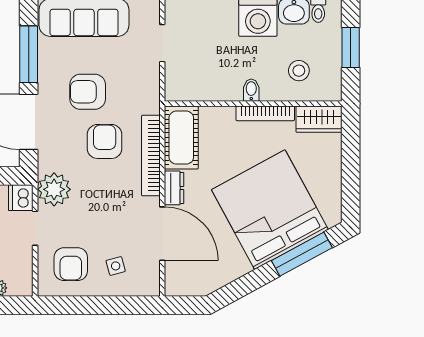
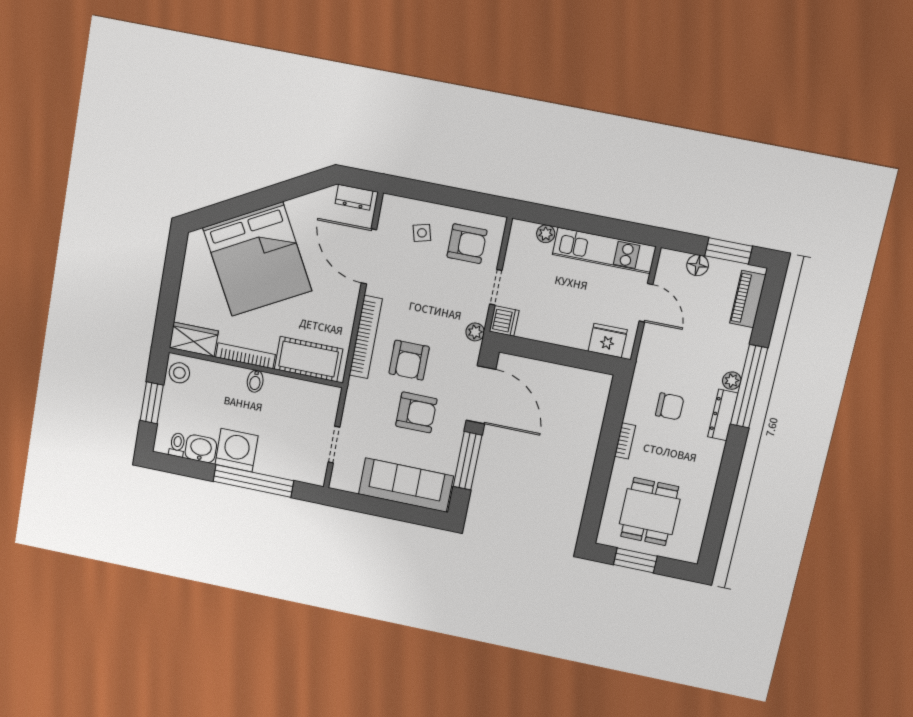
stool: (299, 71) -> (179, 373), moved
cot: (181, 138) -> (309, 359), moved, turned 90
dresser: (174, 188) -> (354, 197), moved, turned -90
plant: (54, 189) -> (475, 332), width x0.53, depth x0.53
window: (302, 254) -> (233, 208), removed
armchair: (71, 264) -> (467, 244), turned 90

